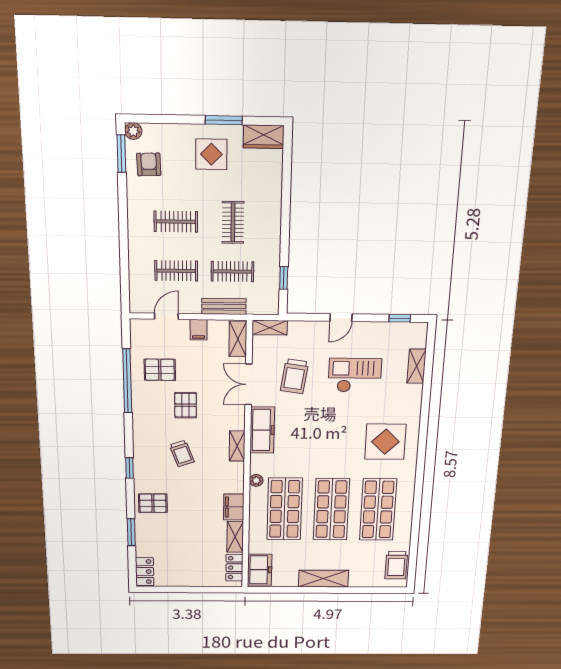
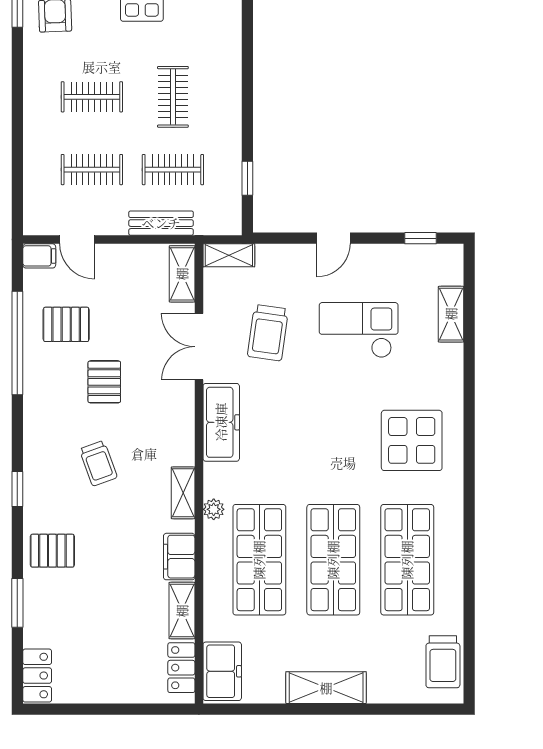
door: (166, 316) -> (77, 240), swing flipped
filing cabinet: (199, 330) -> (39, 256), moved, turned -90
shelving: (237, 446) -> (183, 493), moved

